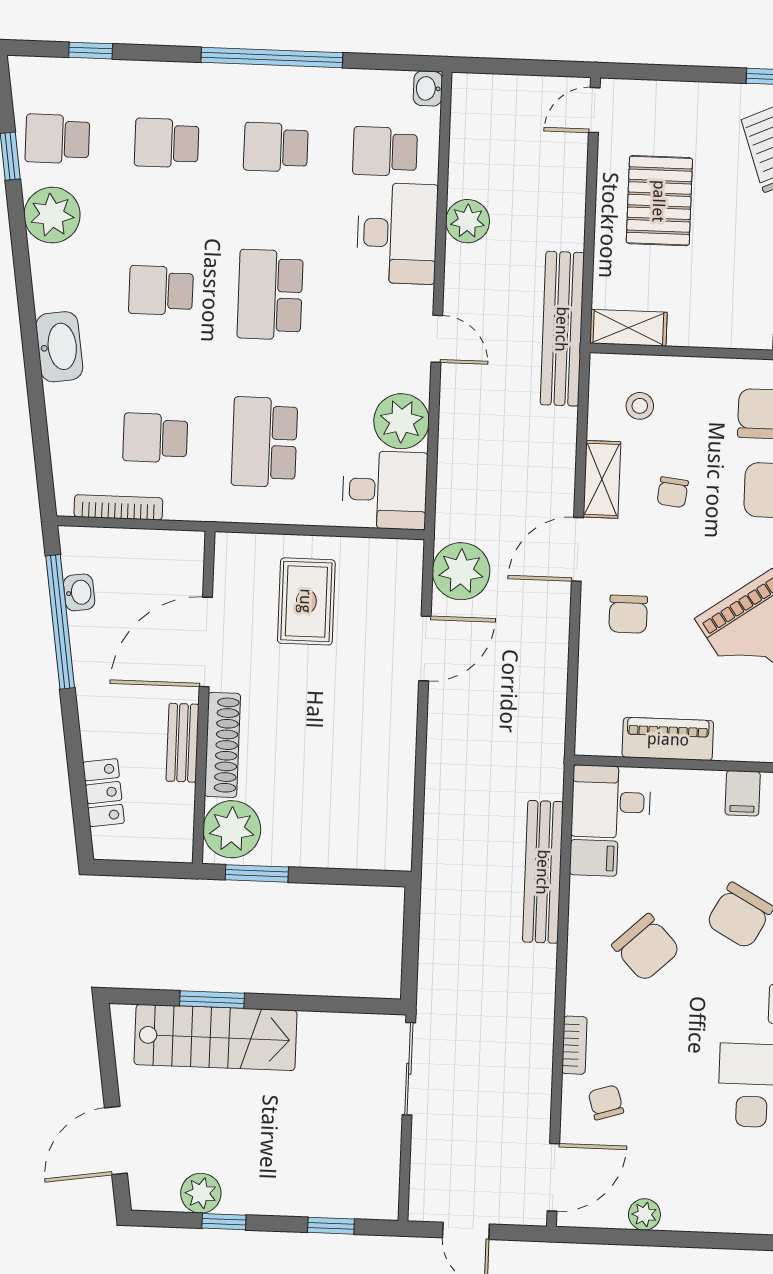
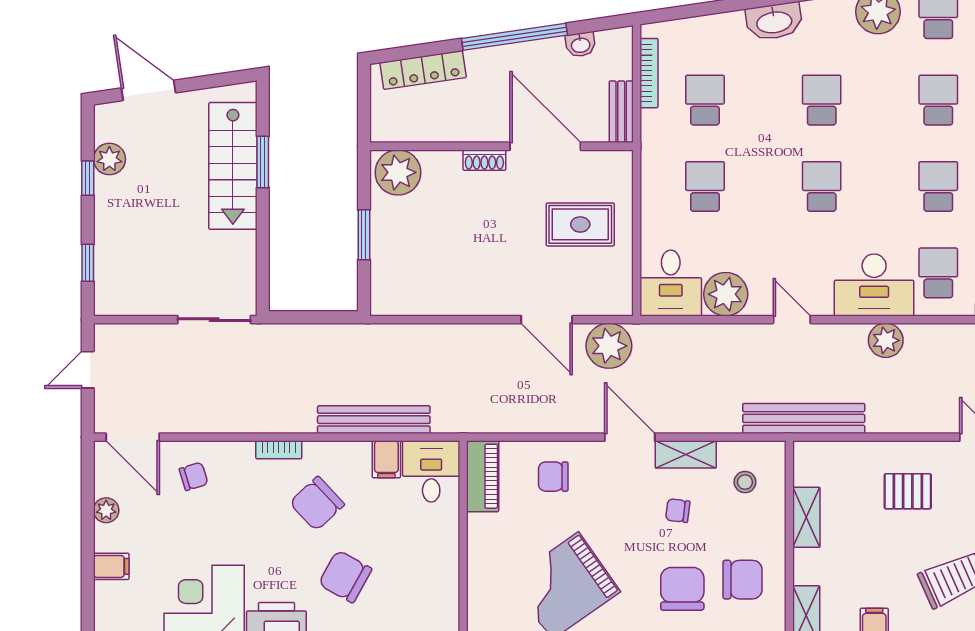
pallet: (659, 201) -> (908, 491), width x0.67, depth x0.71
school desk: (270, 295) -> (822, 187), width x0.54
shelving: (628, 328) -> (806, 517), moved
door: (437, 339) -> (792, 320), swing flipped
school desk: (264, 442) -> (705, 187), width x0.54
chair: (628, 614) -> (553, 477), moved
window: (60, 622) -> (515, 37), moved
piano: (668, 739) -> (483, 476), moved
bench: (183, 743) -> (621, 112), moved, turned 90
shoe rack: (222, 745) -> (484, 160), width x0.51, depth x0.81
locker: (104, 793) -> (423, 70), width x1.53
filing cabinet: (743, 793) -> (111, 566), moved, turned 180
window: (257, 873) -> (364, 235), moved
bookcase: (574, 1045) -> (279, 450), moved

